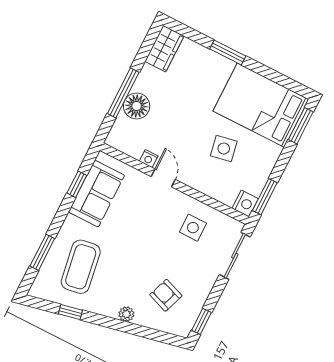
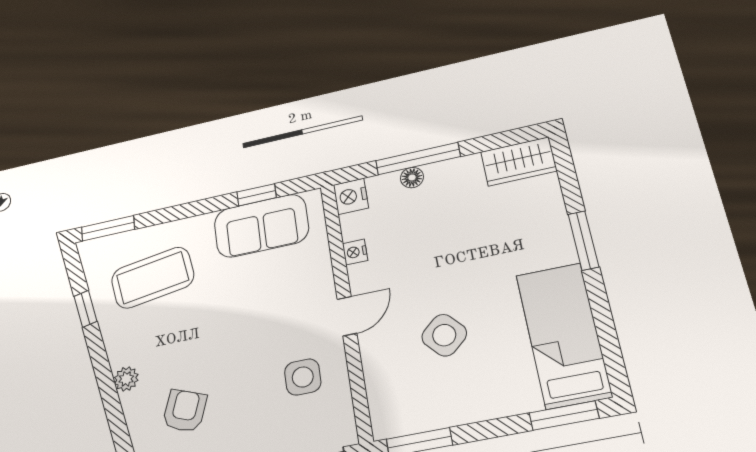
bed: (261, 105) -> (563, 335), width x0.67
floor lamp: (137, 106) -> (412, 178), width x0.53, depth x0.53
side table: (224, 149) -> (444, 335), turned -31
door: (163, 178) -> (347, 316), moved
nightstand: (245, 203) -> (351, 196), moved, turned 90
window: (42, 252) -> (108, 228), moved

